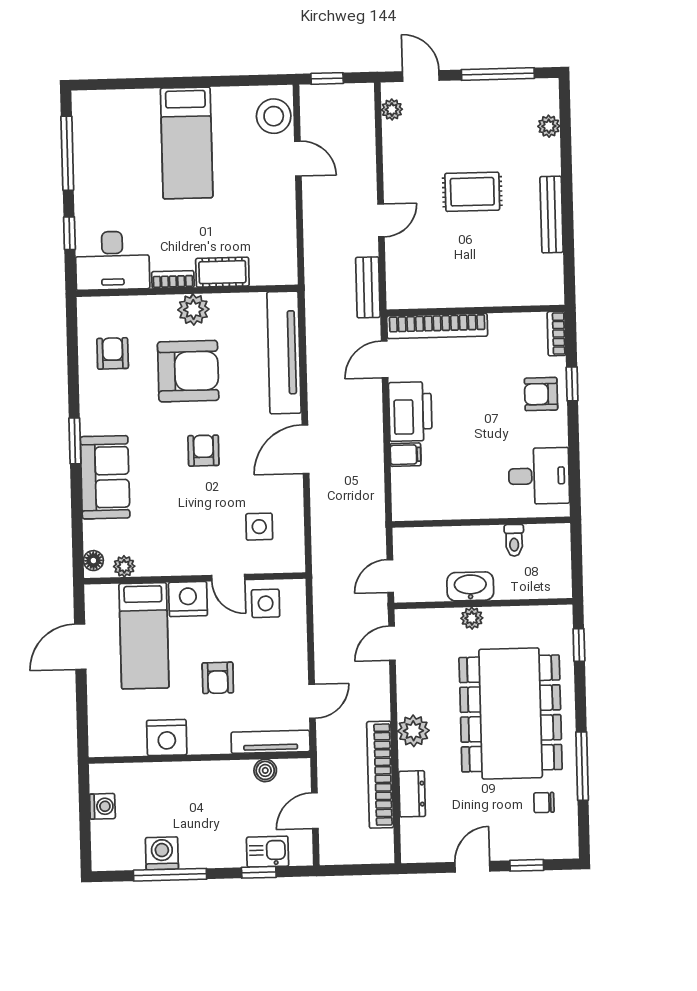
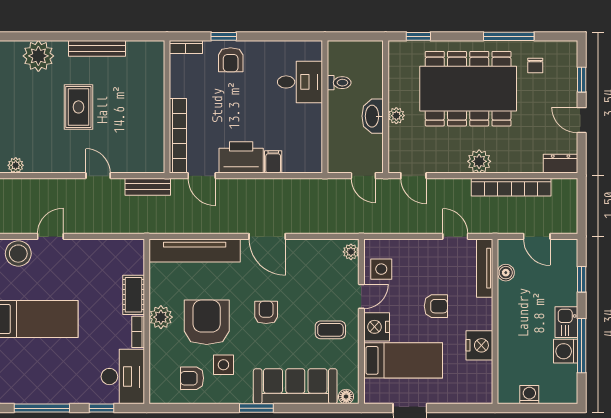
plant: (549, 126) -> (38, 56), width x1.87, depth x1.87
armchair: (203, 451) -> (266, 312), turned 90
desk: (539, 476) -> (300, 82), moved, turned 90
sofa: (105, 477) -> (295, 386), width x1.36
side table: (259, 527) -> (223, 365), moved
coffee table: (182, 537) -> (330, 330), added
plant: (124, 566) -> (351, 252), moved
dresser: (412, 794) -> (561, 164), moved
kitchen sink: (268, 852) -> (566, 322), moved

